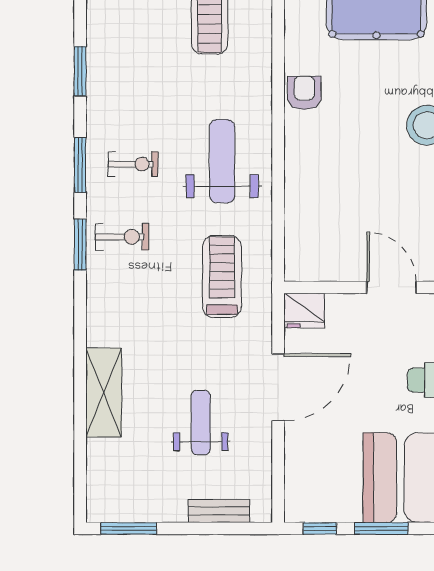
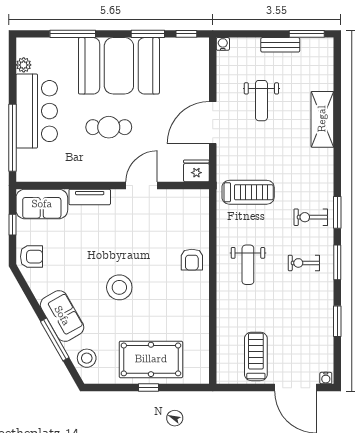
armchair: (304, 93) -> (192, 260), moved
weight bench: (222, 161) -> (248, 265), width x0.73, depth x0.75
treadmill: (222, 277) -> (248, 192), turned -90
door: (391, 287) -> (142, 185), swing flipped
bench: (219, 511) -> (280, 45), moved
water cooler: (262, 512) -> (223, 44), added

